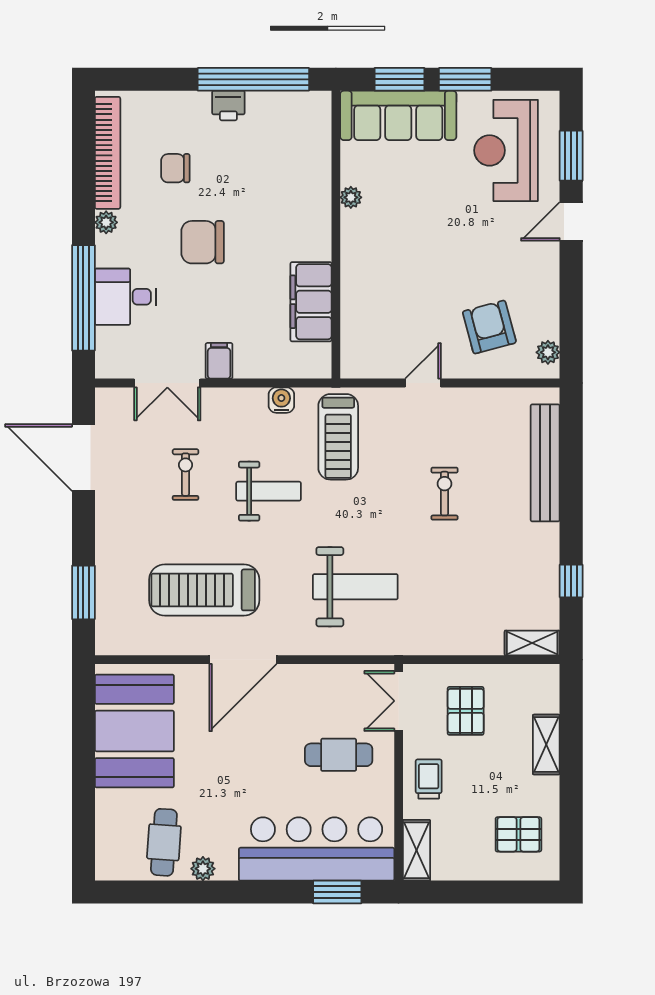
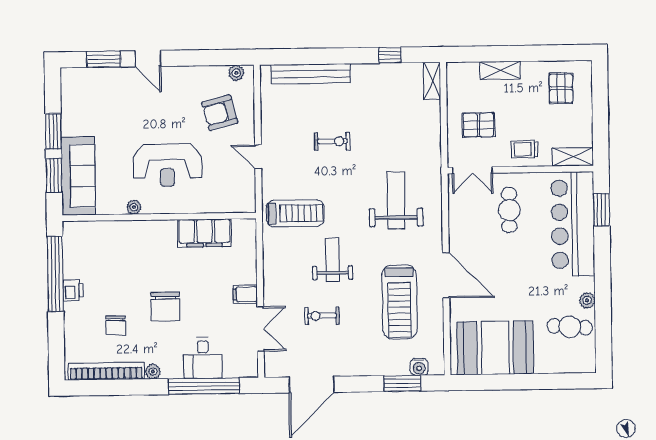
reception desk: (506, 150) -> (167, 165), moved
water cooler: (281, 400) -> (419, 367), moved, turned -90
exercise bike: (445, 494) -> (332, 141), turned 180

